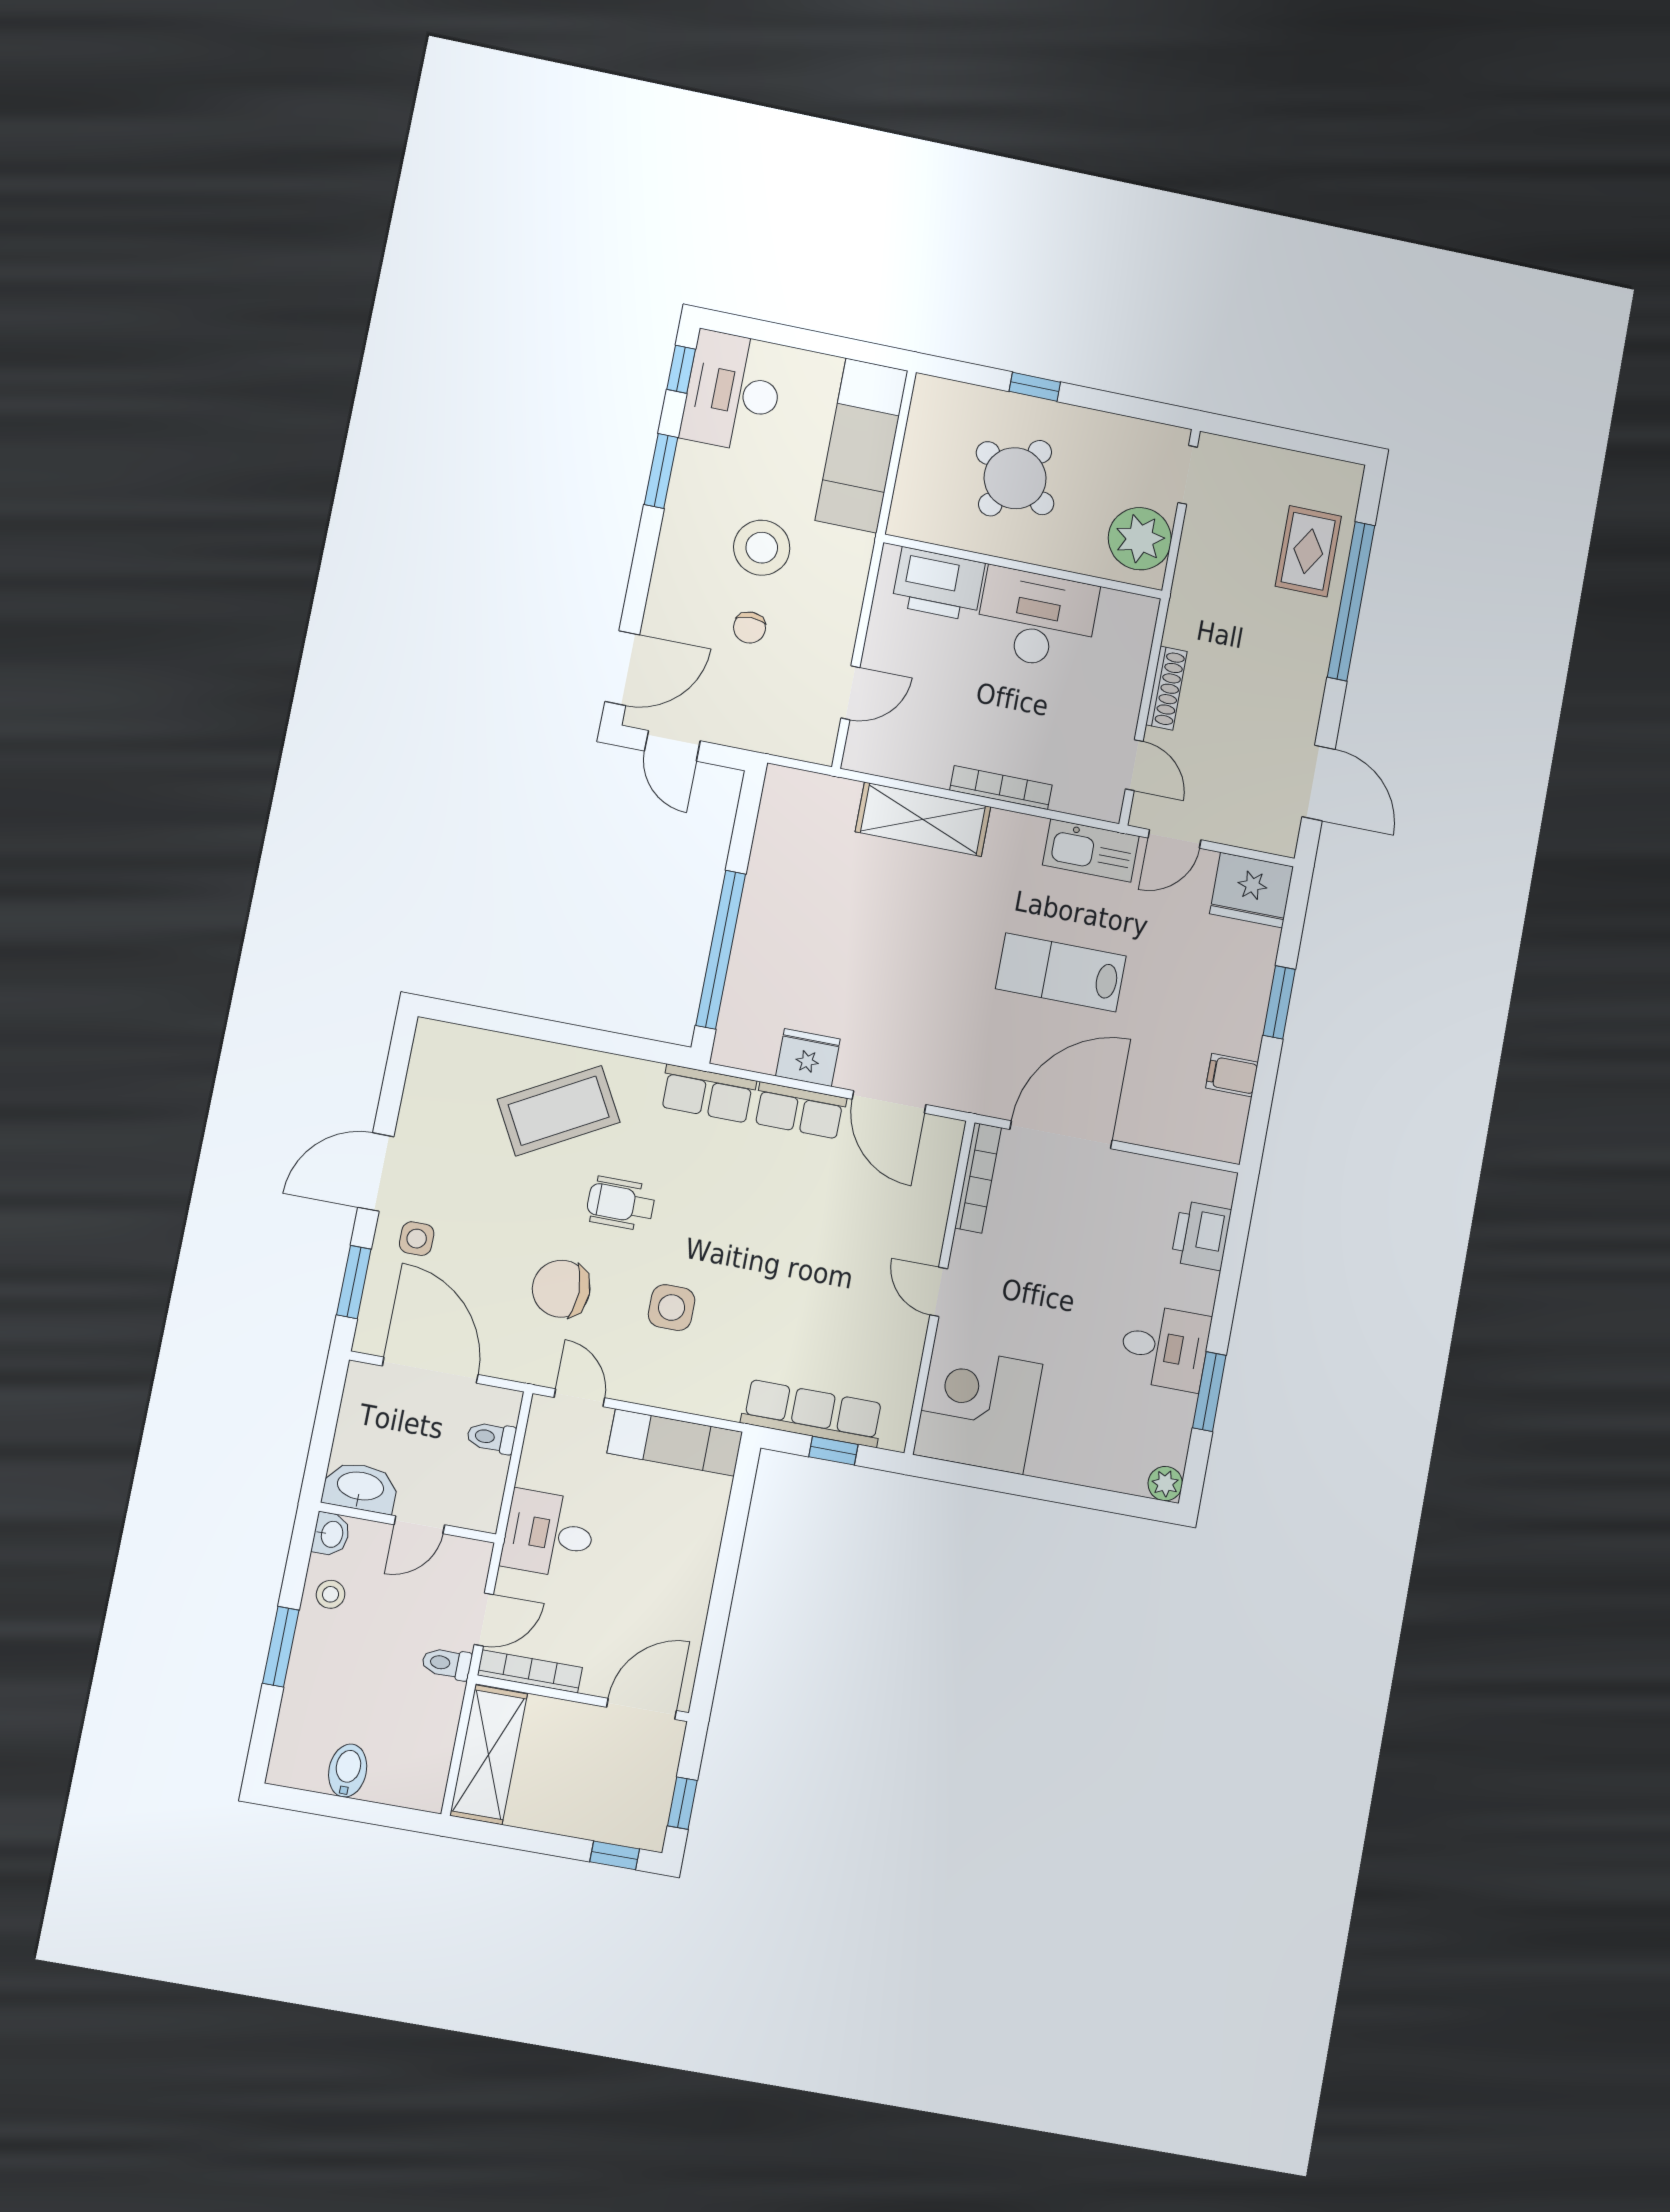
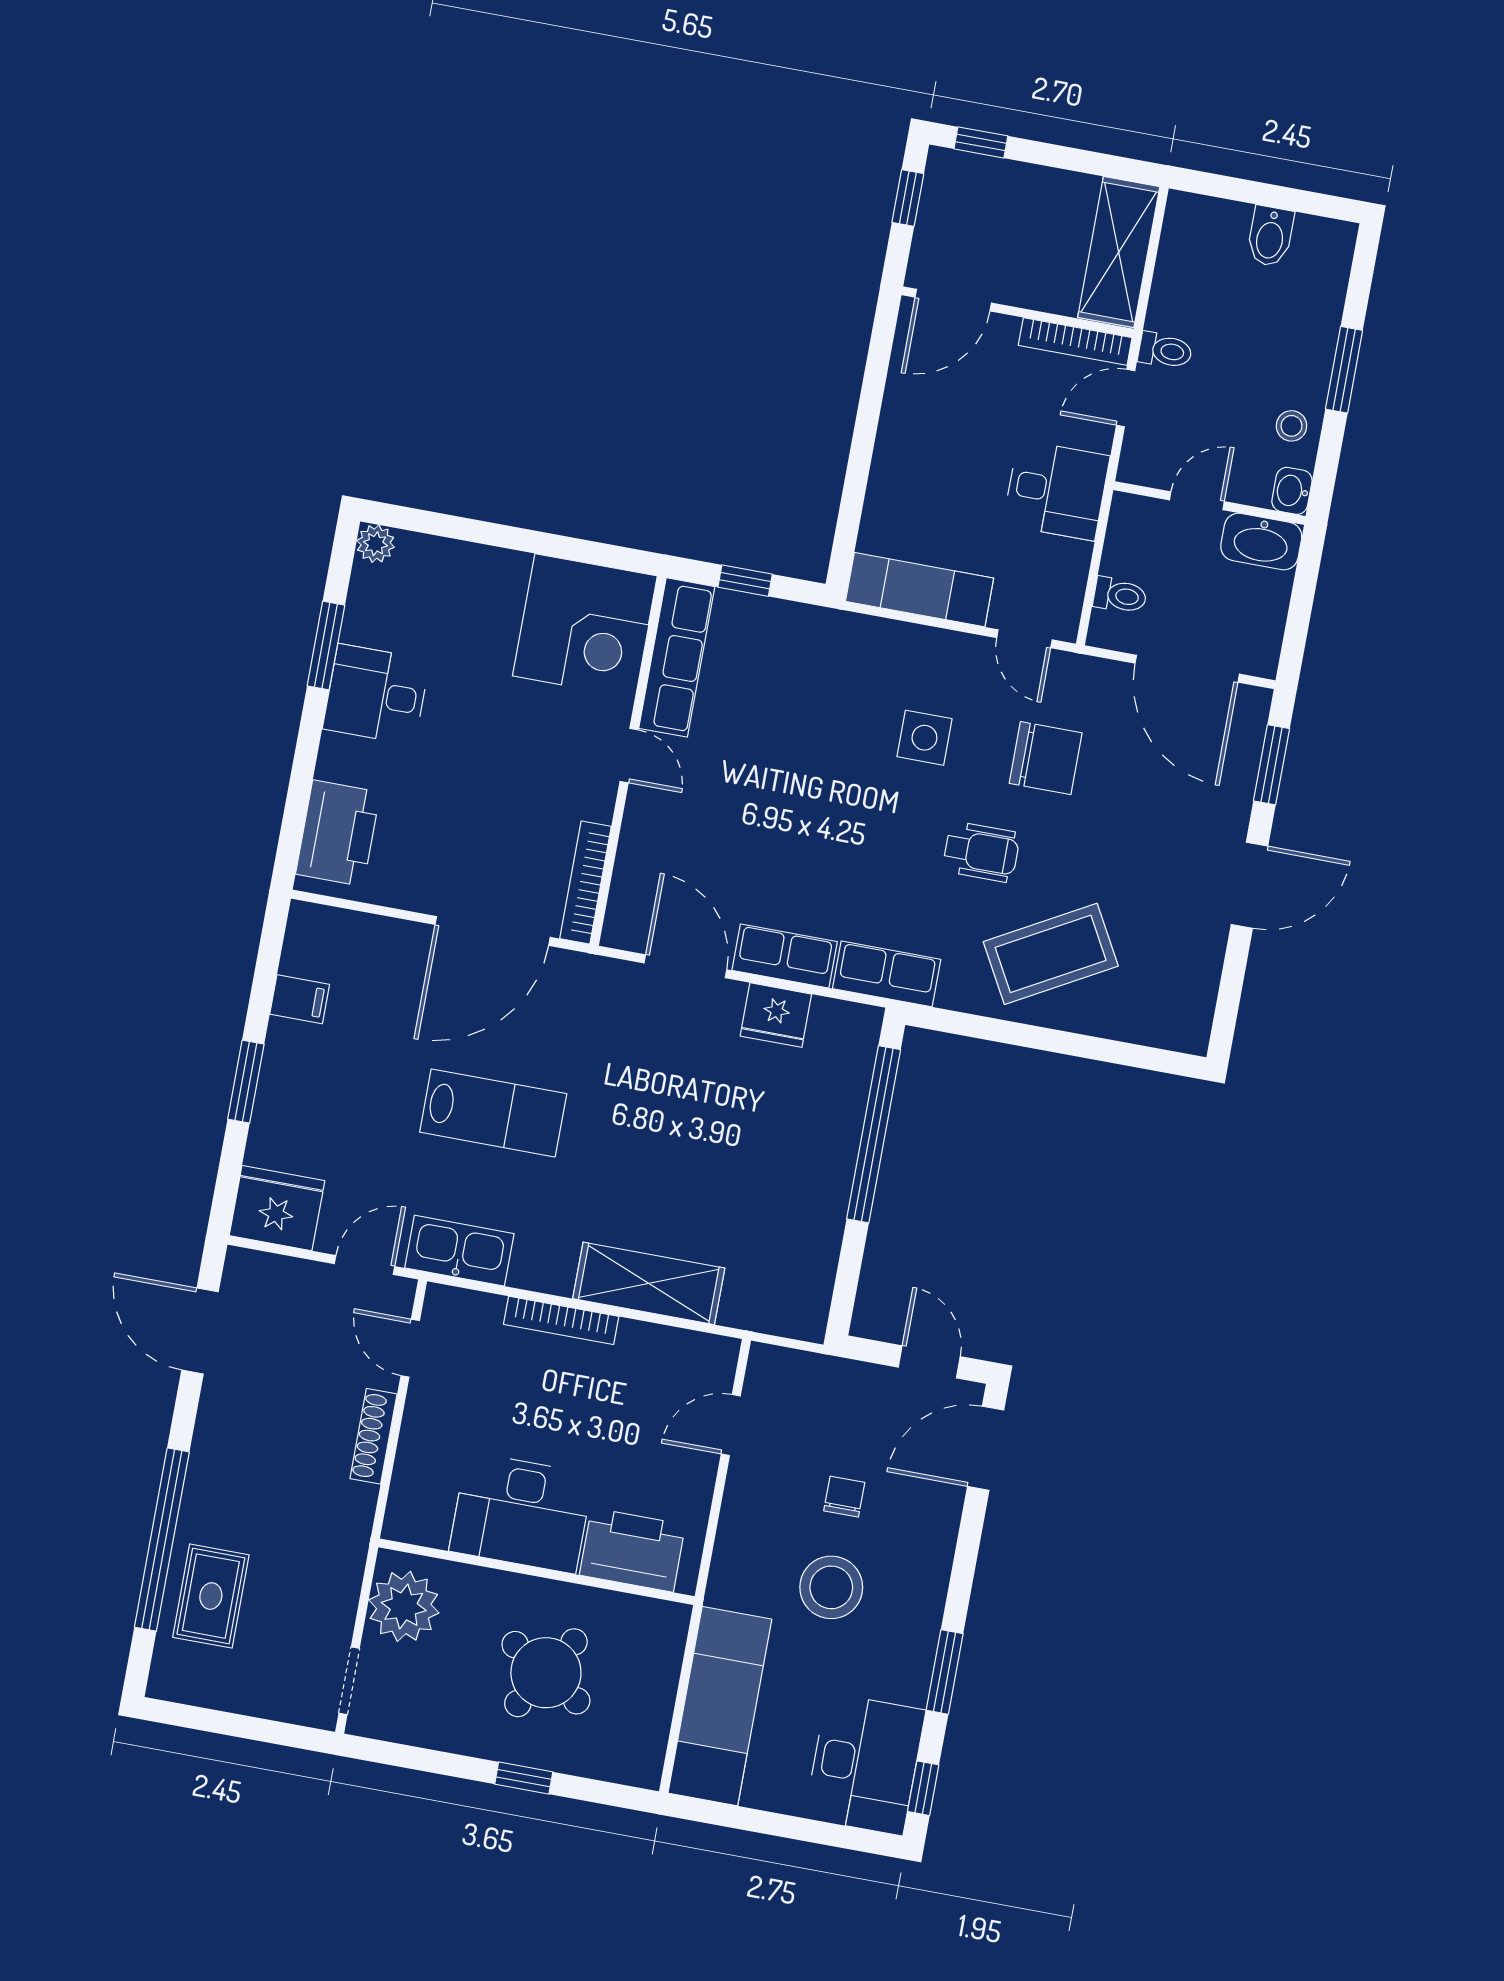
printer: (1201, 1235) -> (338, 833), width x1.37, depth x1.19
side table: (417, 1239) -> (1204, 812), removed
row of seats: (812, 1413) -> (677, 657), moved, turned -90

